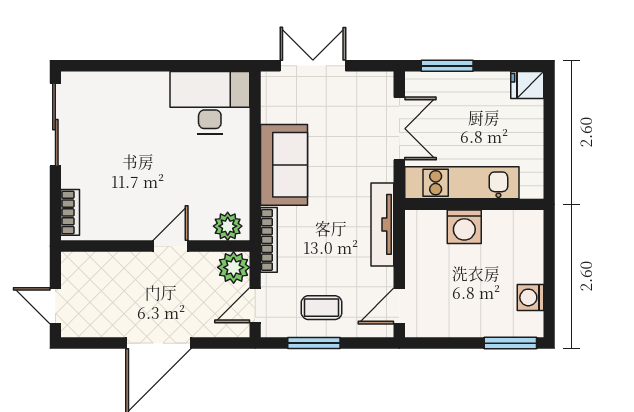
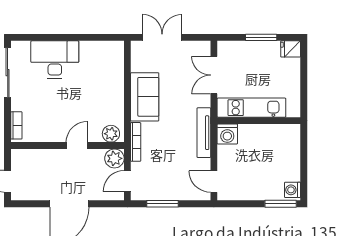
window: (447, 66) -> (261, 37), moved
desk: (210, 102) -> (55, 59), moved
double door: (399, 129) -> (214, 75), swing flipped
washing machine: (464, 227) -> (227, 134), moved
washing machine: (530, 297) -> (293, 190), moved
door: (399, 306) -> (214, 182), hinge flipped
coffee table: (322, 308) -> (167, 183), removed

